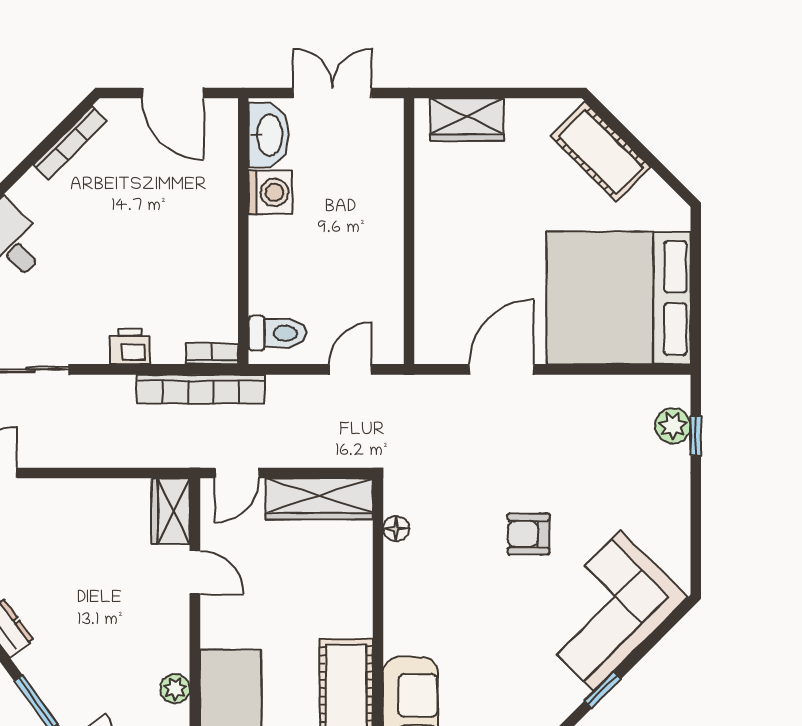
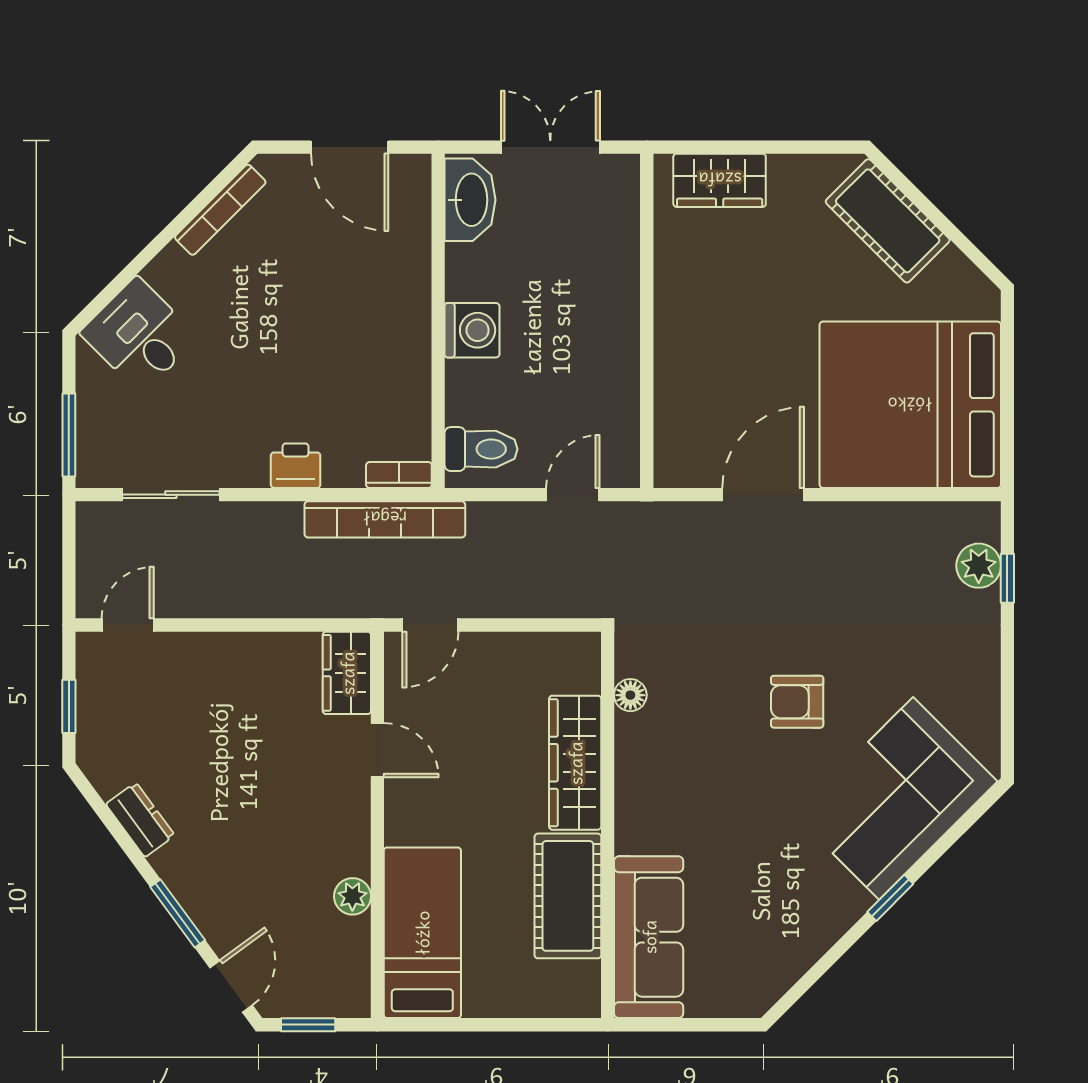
washing machine: (270, 192) -> (472, 330), moved
wardrobe: (319, 499) -> (575, 763), moved, turned 90

